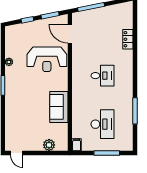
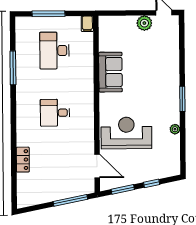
plant: (49, 145) -> (144, 23), moved

